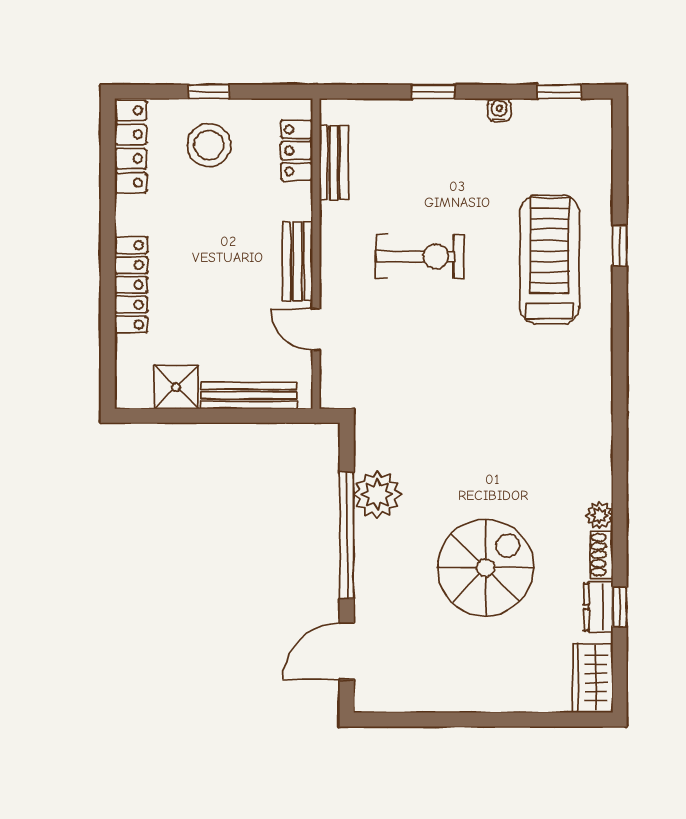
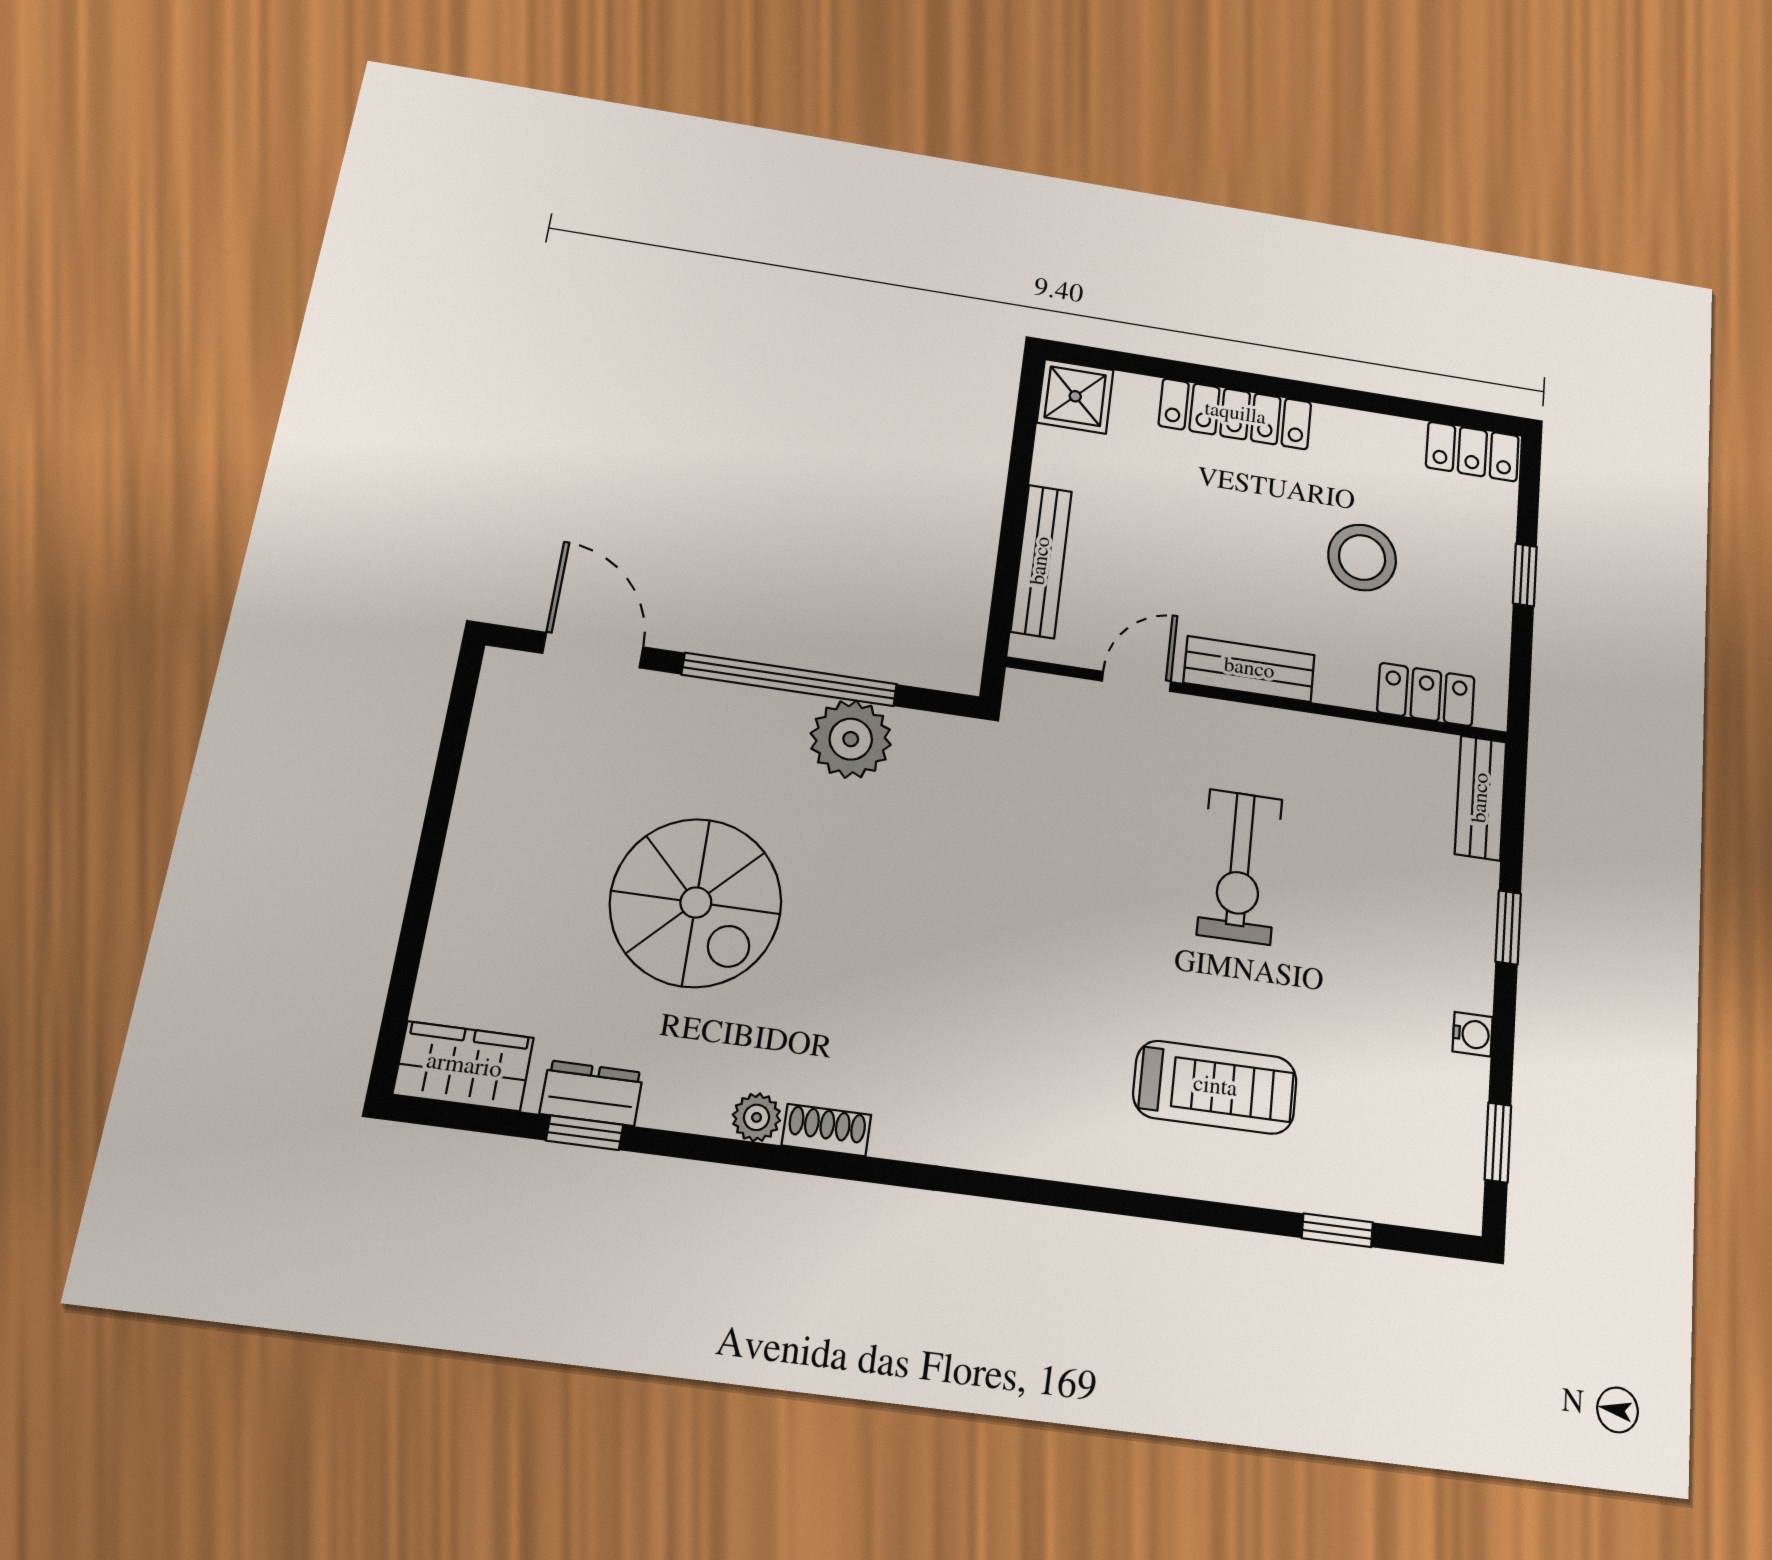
stool: (209, 145) -> (1362, 557), moved
locker: (131, 146) -> (1472, 452), width x0.66
bench: (334, 163) -> (1481, 798), moved, turned 90
window: (620, 246) -> (1337, 1230), moved
treadmill: (550, 260) -> (1215, 1087), width x0.73, depth x0.73
shower: (176, 387) -> (1075, 396), moved
shoe rack: (601, 555) -> (827, 1130), moved

